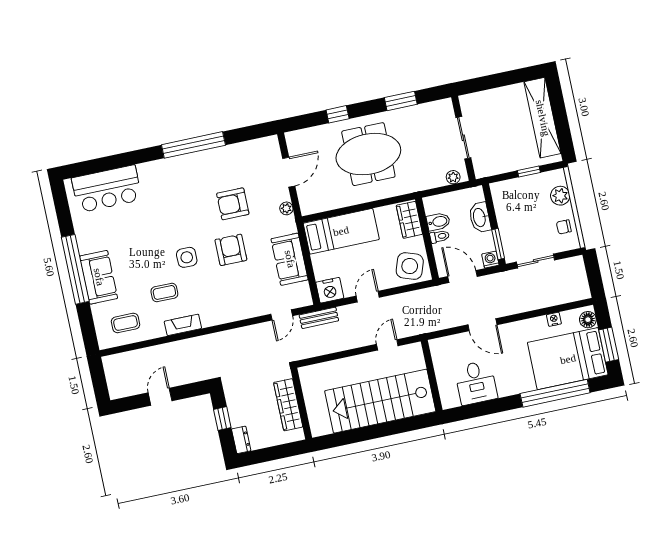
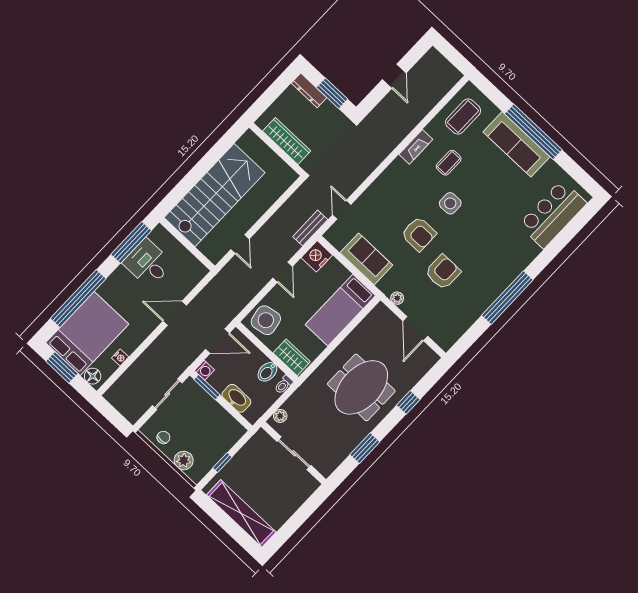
toilet: (440, 236) -> (284, 385), moved
side table: (410, 266) -> (266, 320), turned -30
sofa: (99, 277) -> (517, 144), width x1.36
coffee table: (126, 323) -> (463, 117), width x1.36, depth x1.30
window: (478, 410) -> (131, 243), added
window: (222, 418) -> (332, 93), width x1.50
dresser: (241, 440) -> (309, 90), width x1.44

